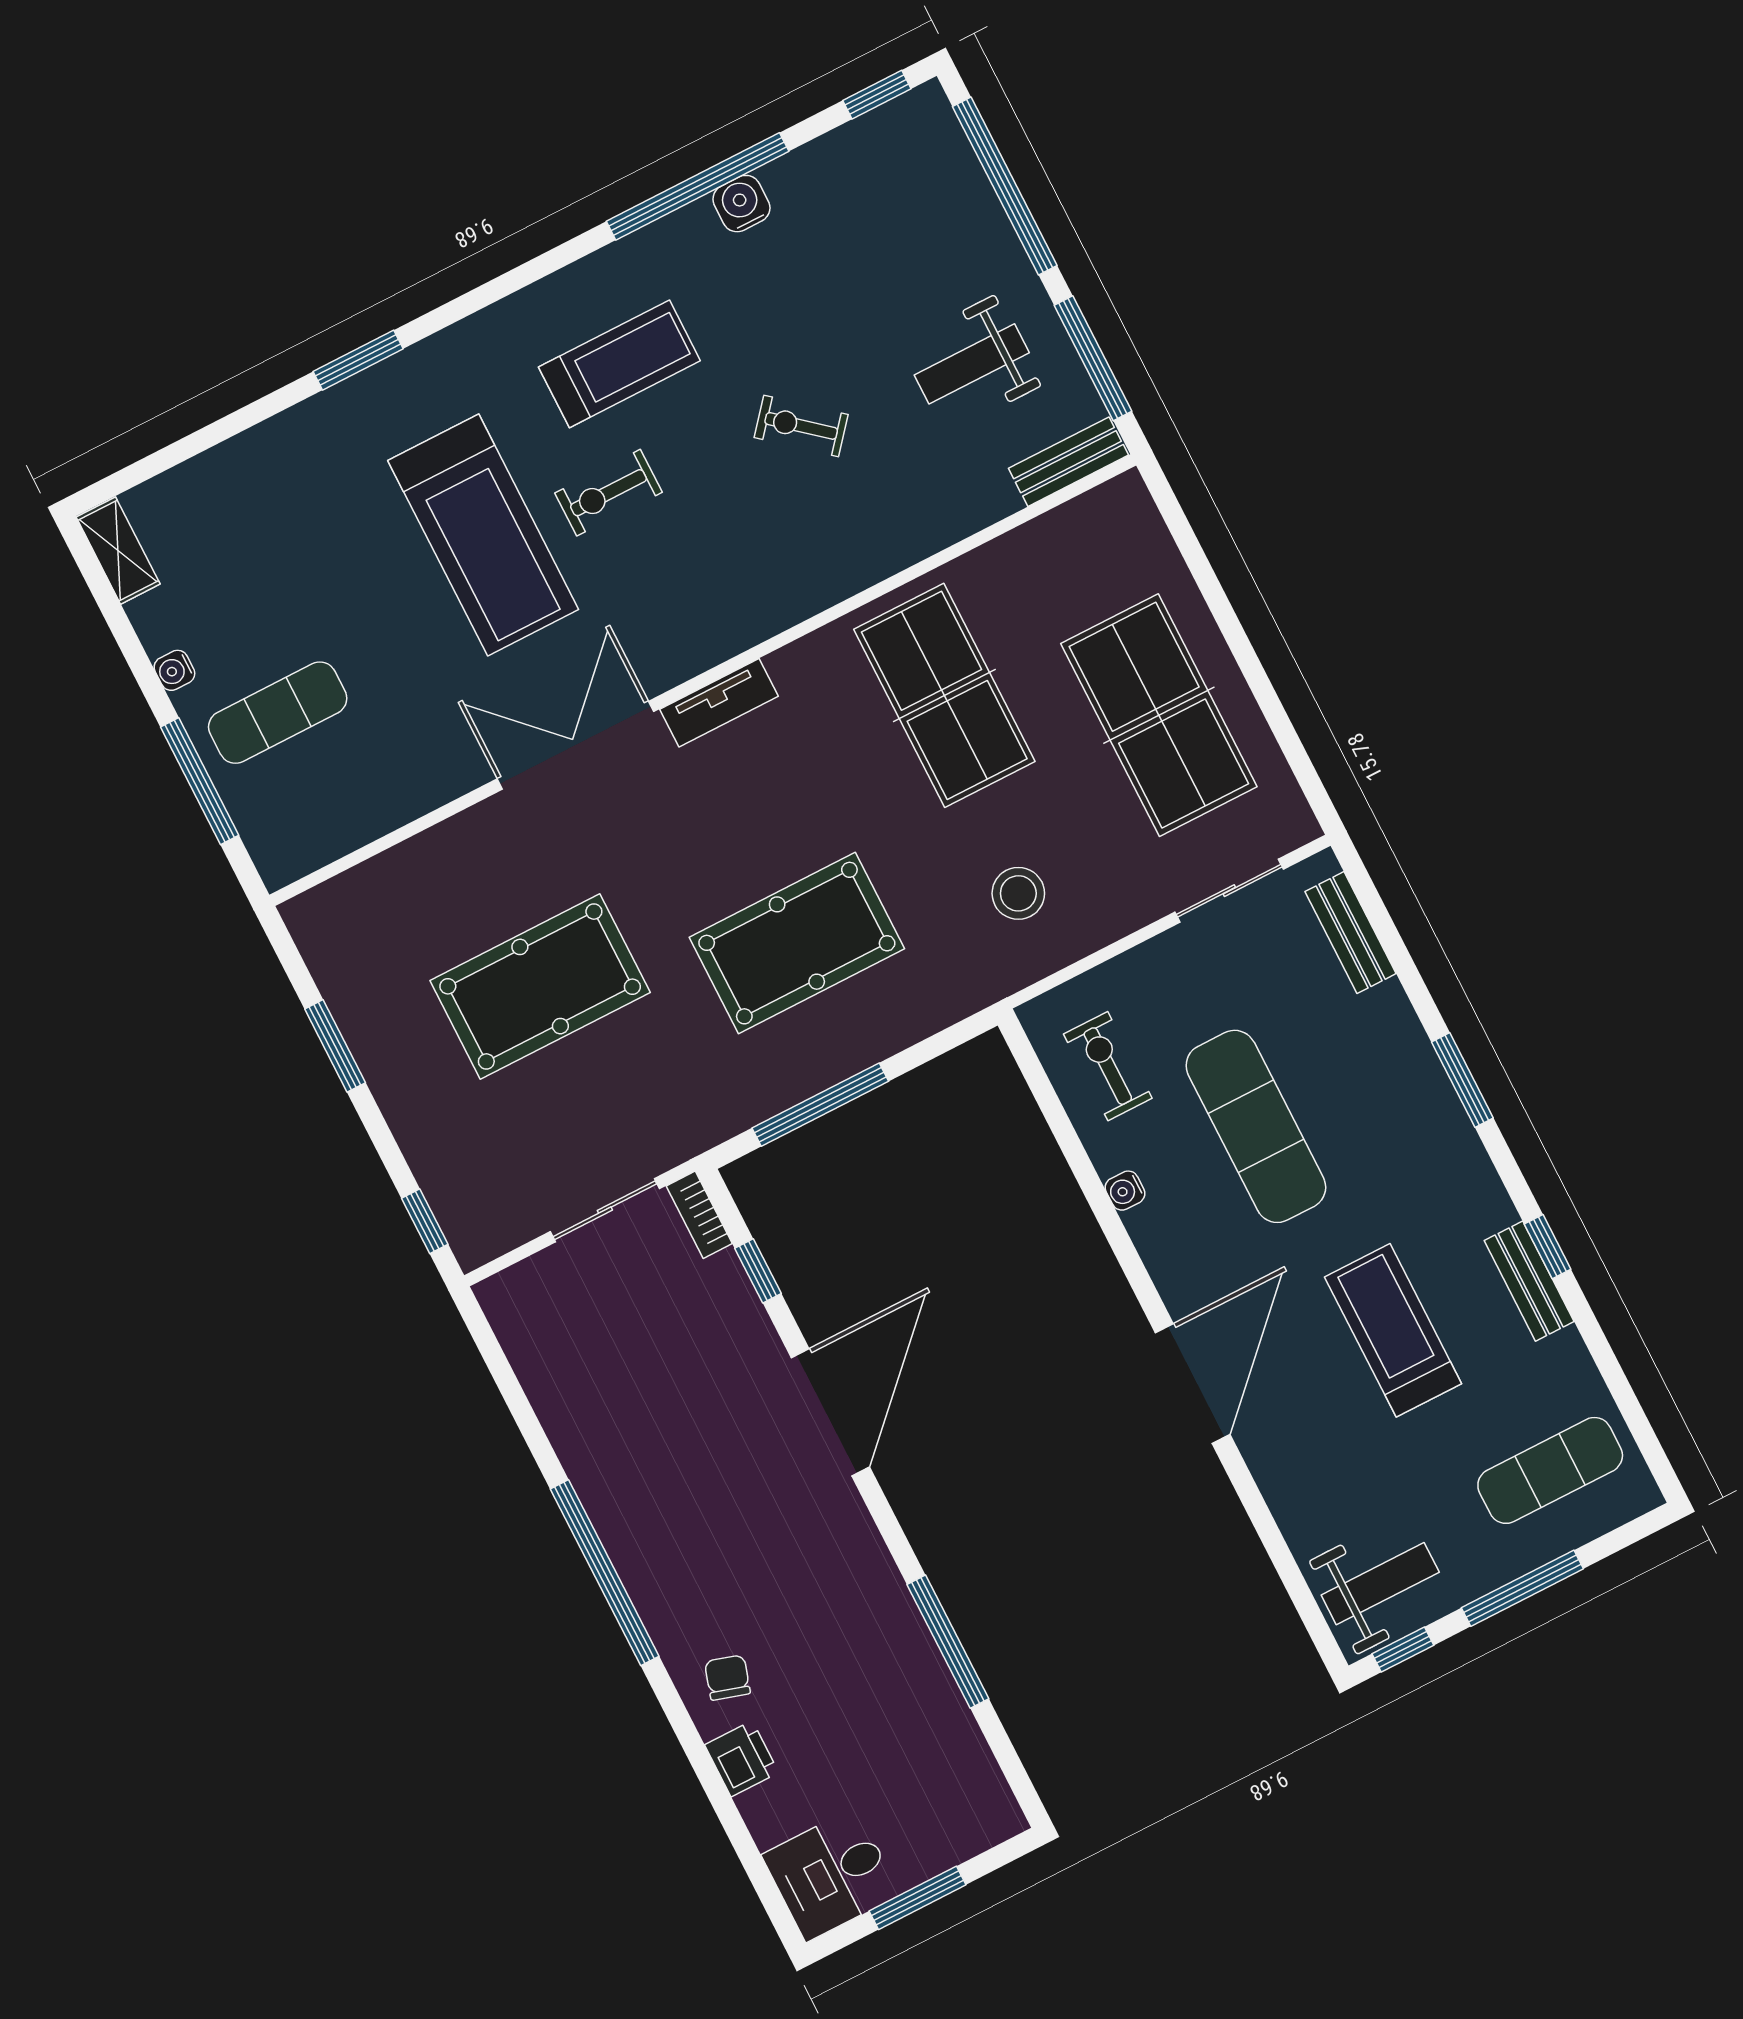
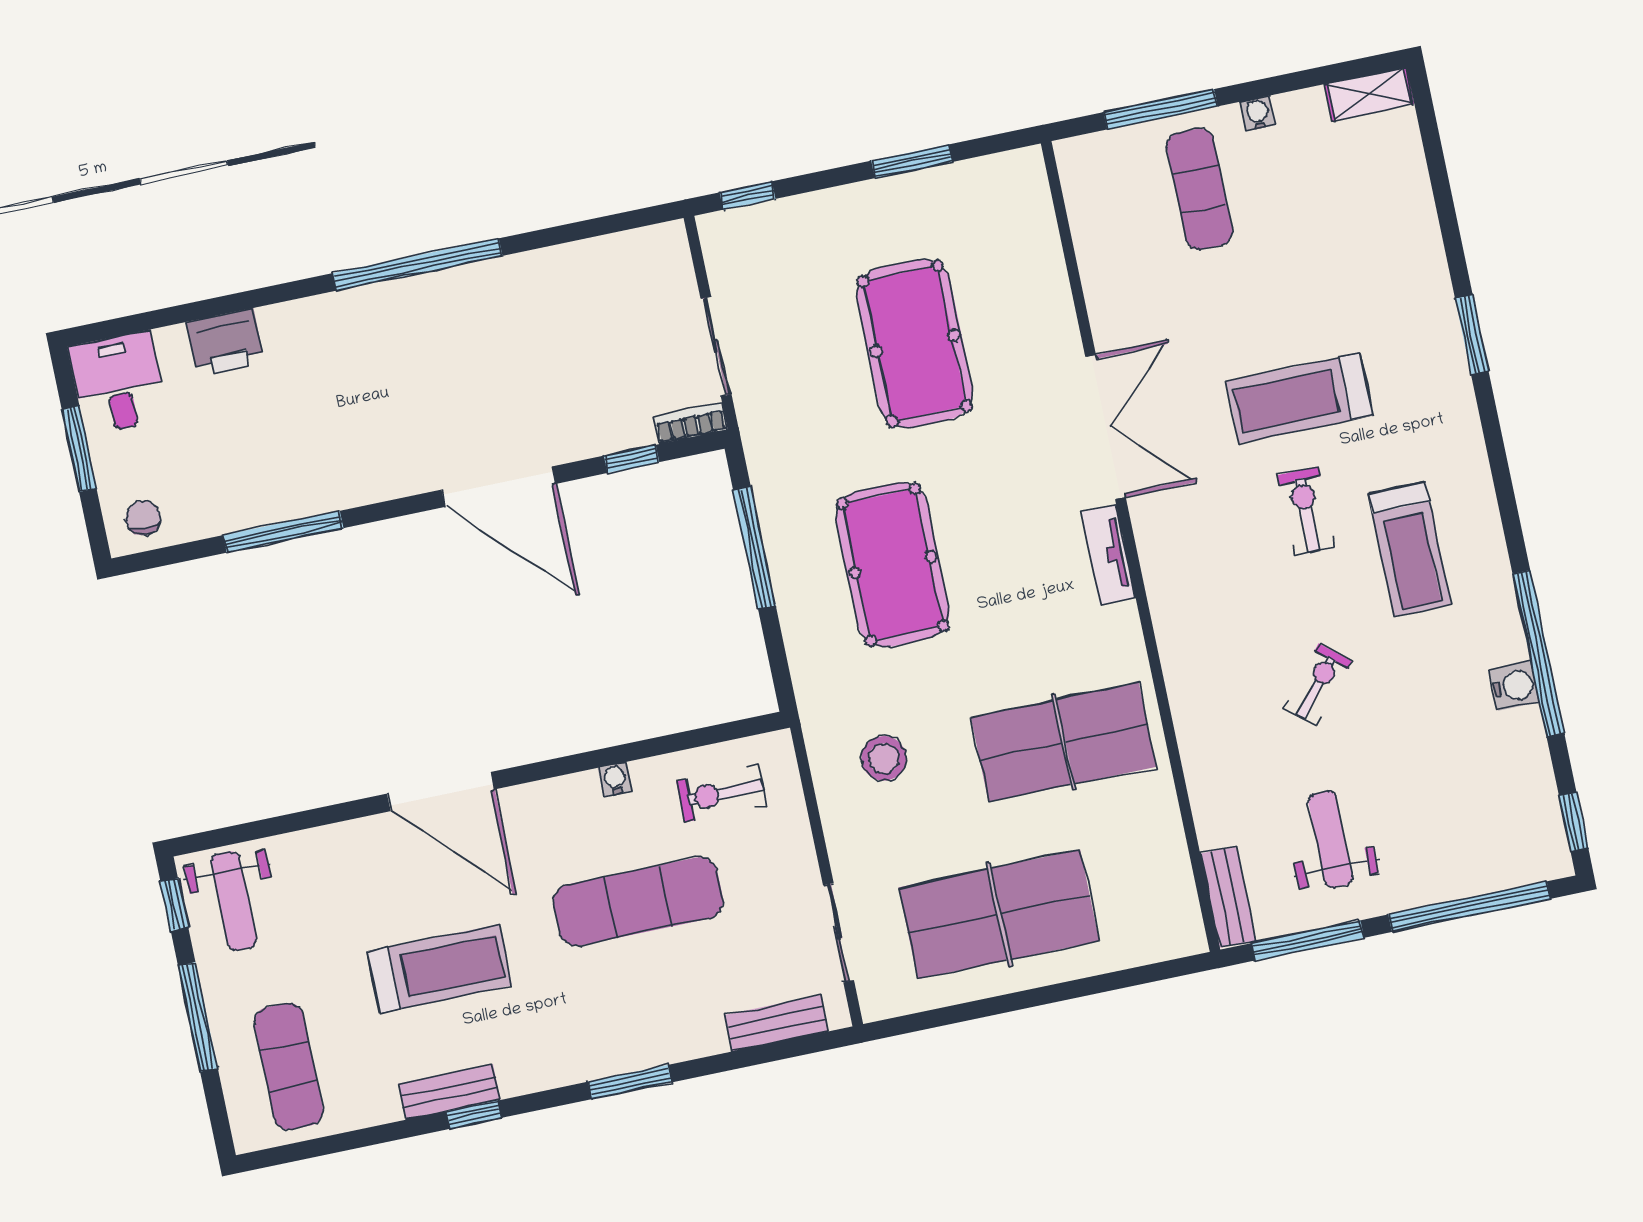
treadmill: (483, 535) -> (1299, 398), width x0.73, depth x0.73
exercise bike: (1108, 1066) -> (721, 793), turned 180
chair: (727, 1677) -> (143, 518), moved, turned -107
printer: (742, 1759) -> (226, 343), width x1.36, depth x1.24

